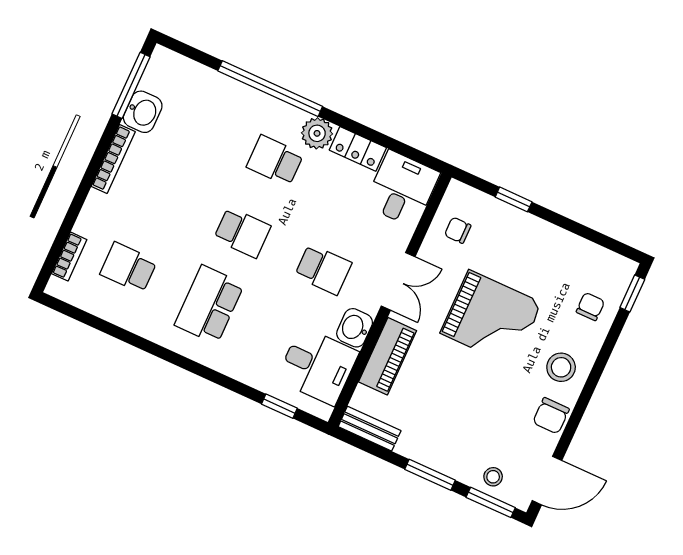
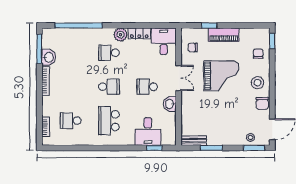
window: (270, 89) -> (78, 25), moved
school desk: (323, 269) -> (147, 87), turned 180
piano: (388, 356) -> (224, 35), moved, turned 90
desk: (317, 366) -> (148, 131), moved, turned 90
window: (430, 475) -> (211, 148), moved

